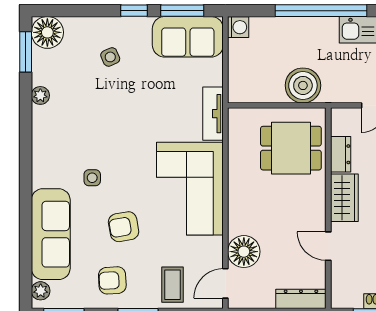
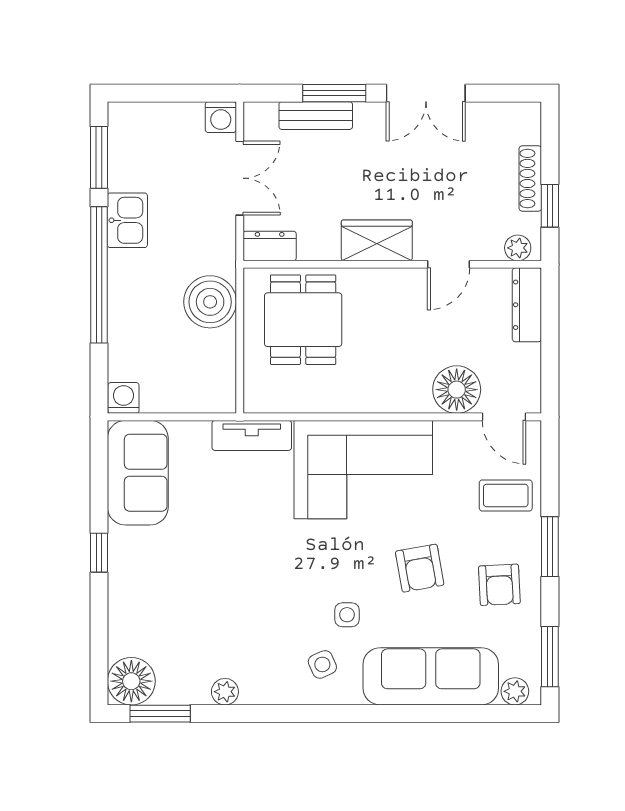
window: (182, 11) -> (99, 481), removed
side table: (110, 57) -> (322, 664), moved
dresser: (341, 154) -> (270, 246), moved
plant: (339, 293) -> (518, 248), added

